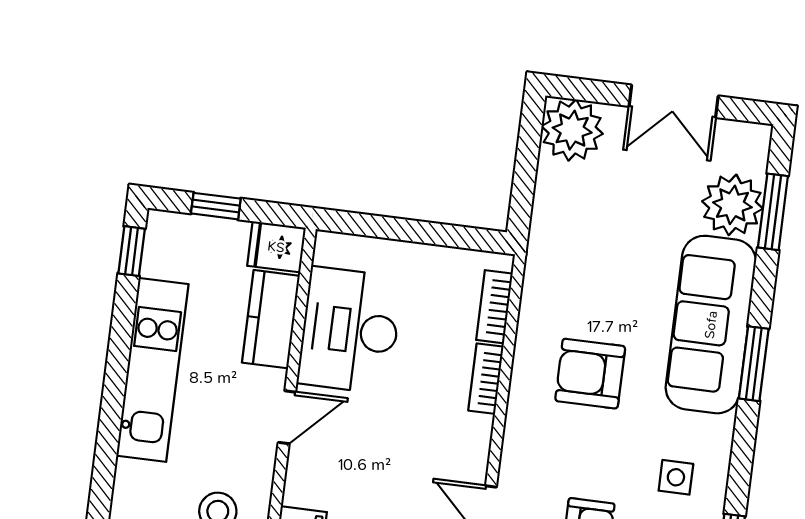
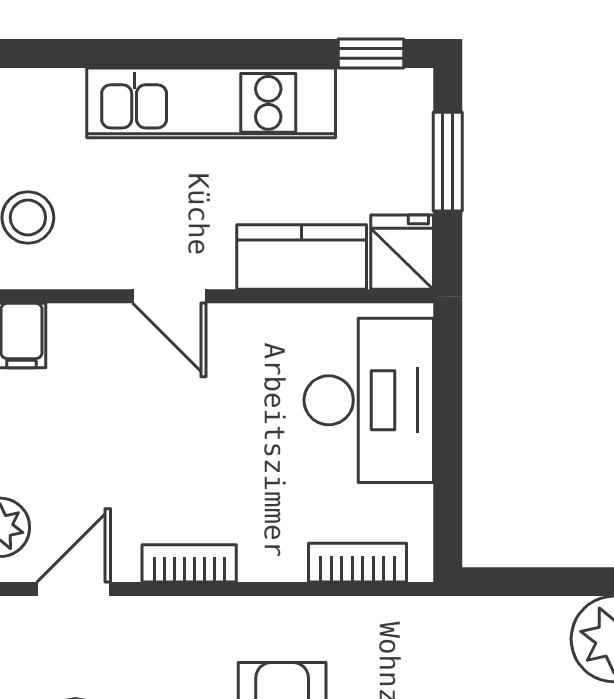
window: (216, 206) -> (448, 162), width x1.50
desk: (350, 330) -> (369, 400), moved, turned 90
bookcase: (486, 379) -> (189, 563), moved

